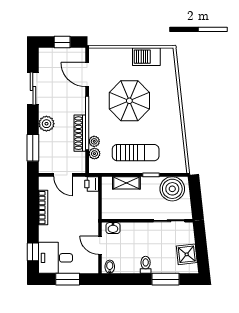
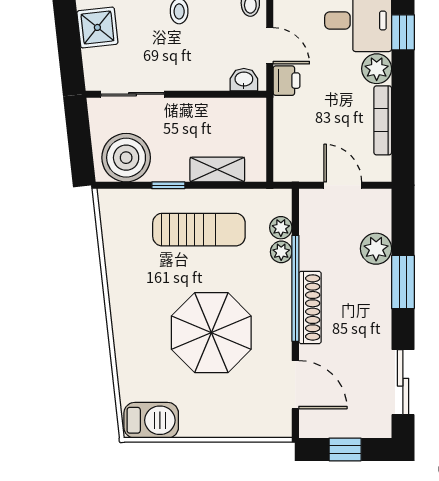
barbecue: (146, 57) -> (151, 420), moved
sliding door: (33, 89) -> (403, 382), moved
plant: (46, 124) -> (376, 249), moved
shoe rack: (80, 133) -> (310, 307), moved
window: (33, 148) -> (403, 282), moved
sun lounger: (136, 153) -> (199, 230), turned 180
printer: (92, 184) -> (287, 81), moved
plant: (46, 234) -> (377, 69), added

